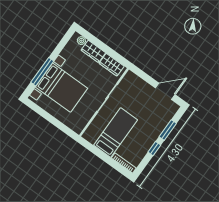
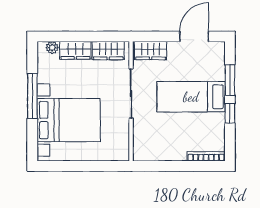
window: (42, 72) -> (32, 96), moved
wardrobe: (135, 82) -> (151, 51), added
bed: (116, 133) -> (191, 97), moved, turned -90

